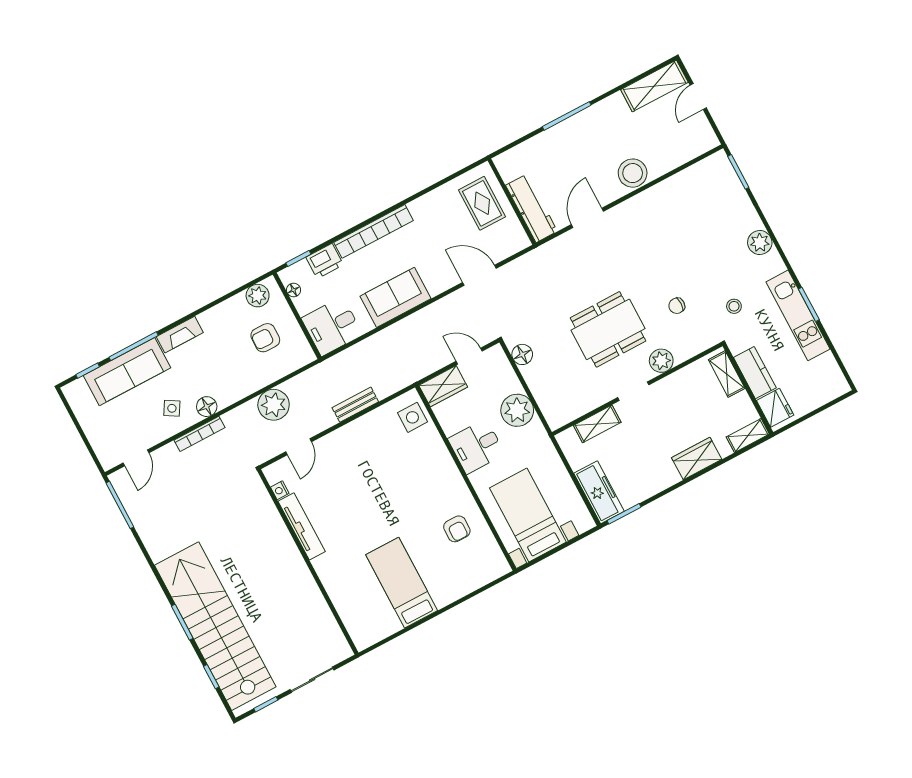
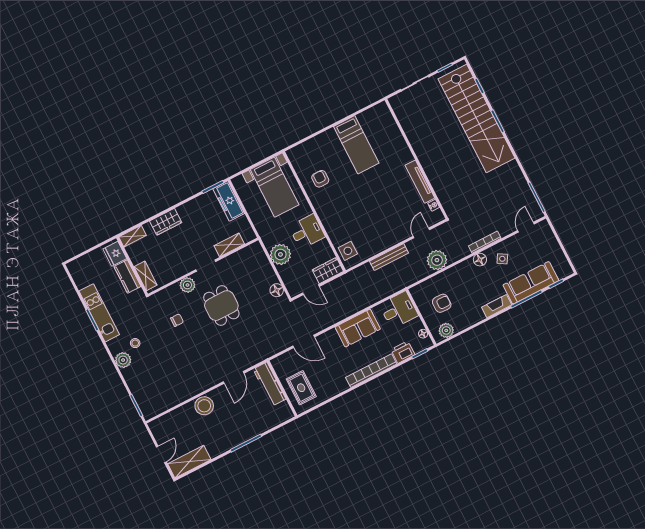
stool: (734, 306) -> (135, 343), moved
dining table: (608, 329) -> (221, 306), width x0.73
bench: (355, 405) -> (389, 257), width x1.36

